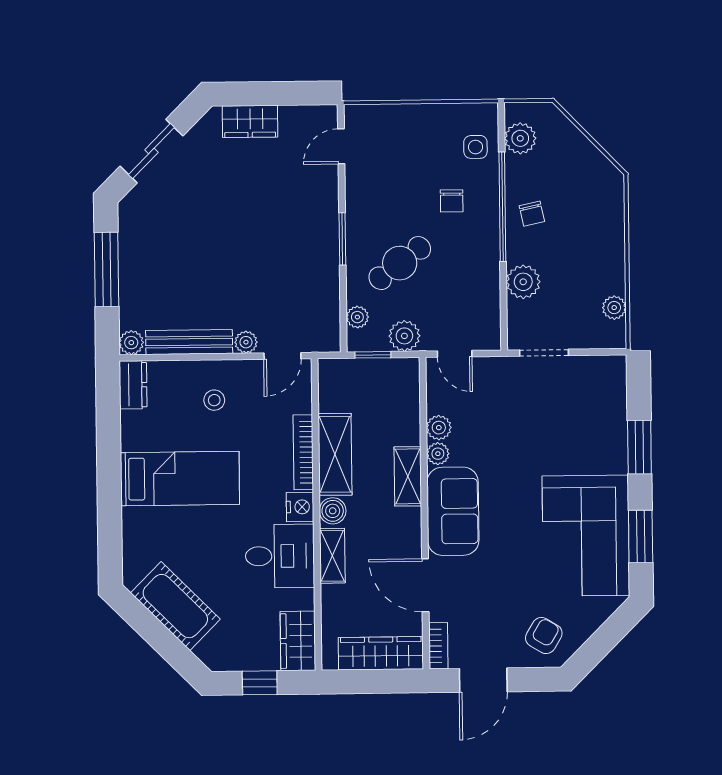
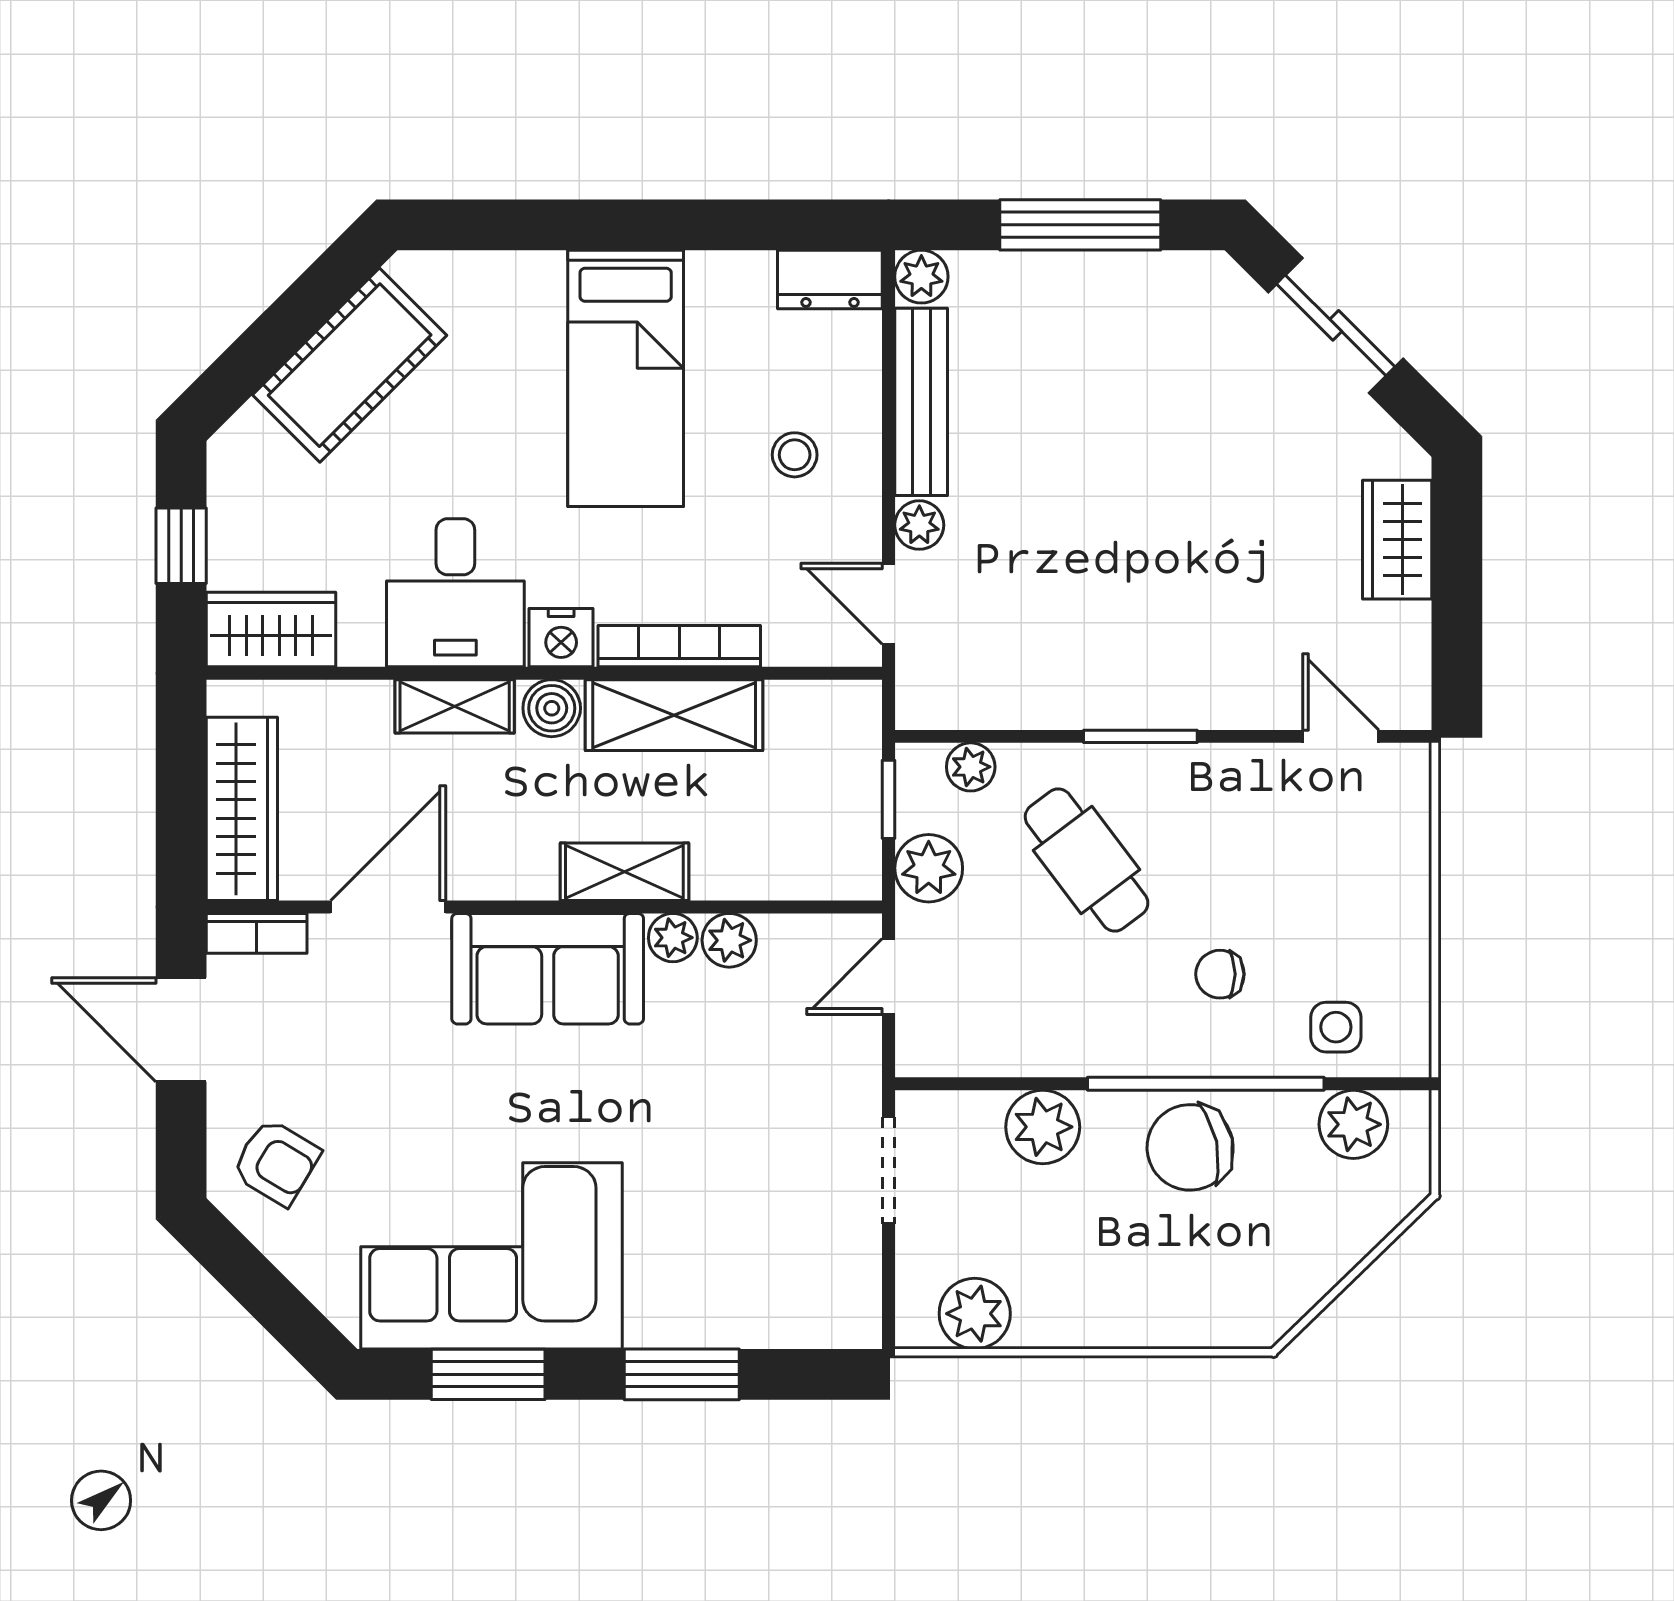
chair: (532, 214) -> (1190, 1147), width x1.87, depth x1.87
plant: (614, 308) -> (975, 1314), width x1.38, depth x1.38

